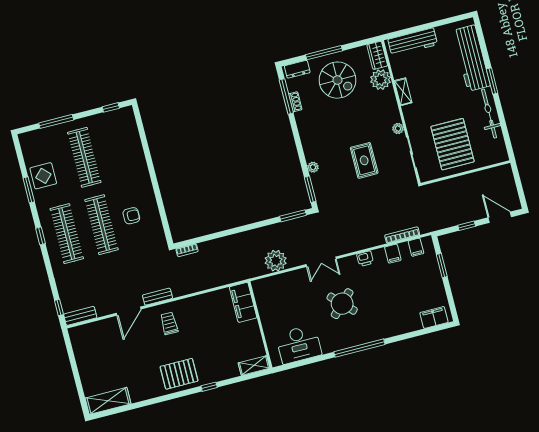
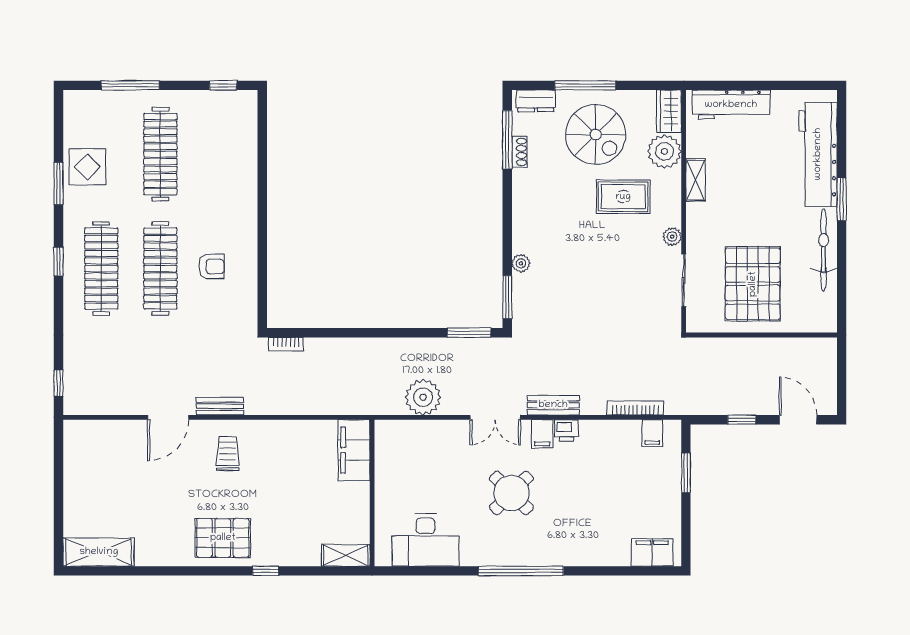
rug: (364, 160) -> (623, 197), moved, turned 90
filing cabinet: (393, 254) -> (542, 434), moved
bench: (80, 316) -> (553, 405), moved

